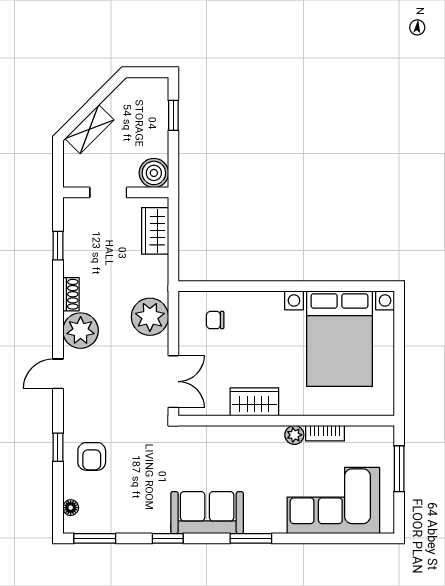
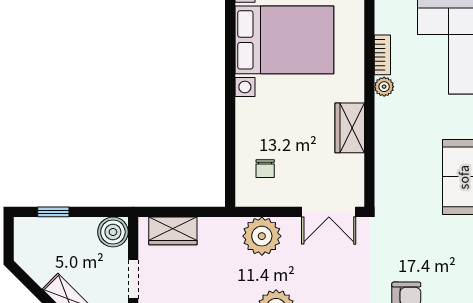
double door: (173, 382) -> (329, 212), swing flipped

